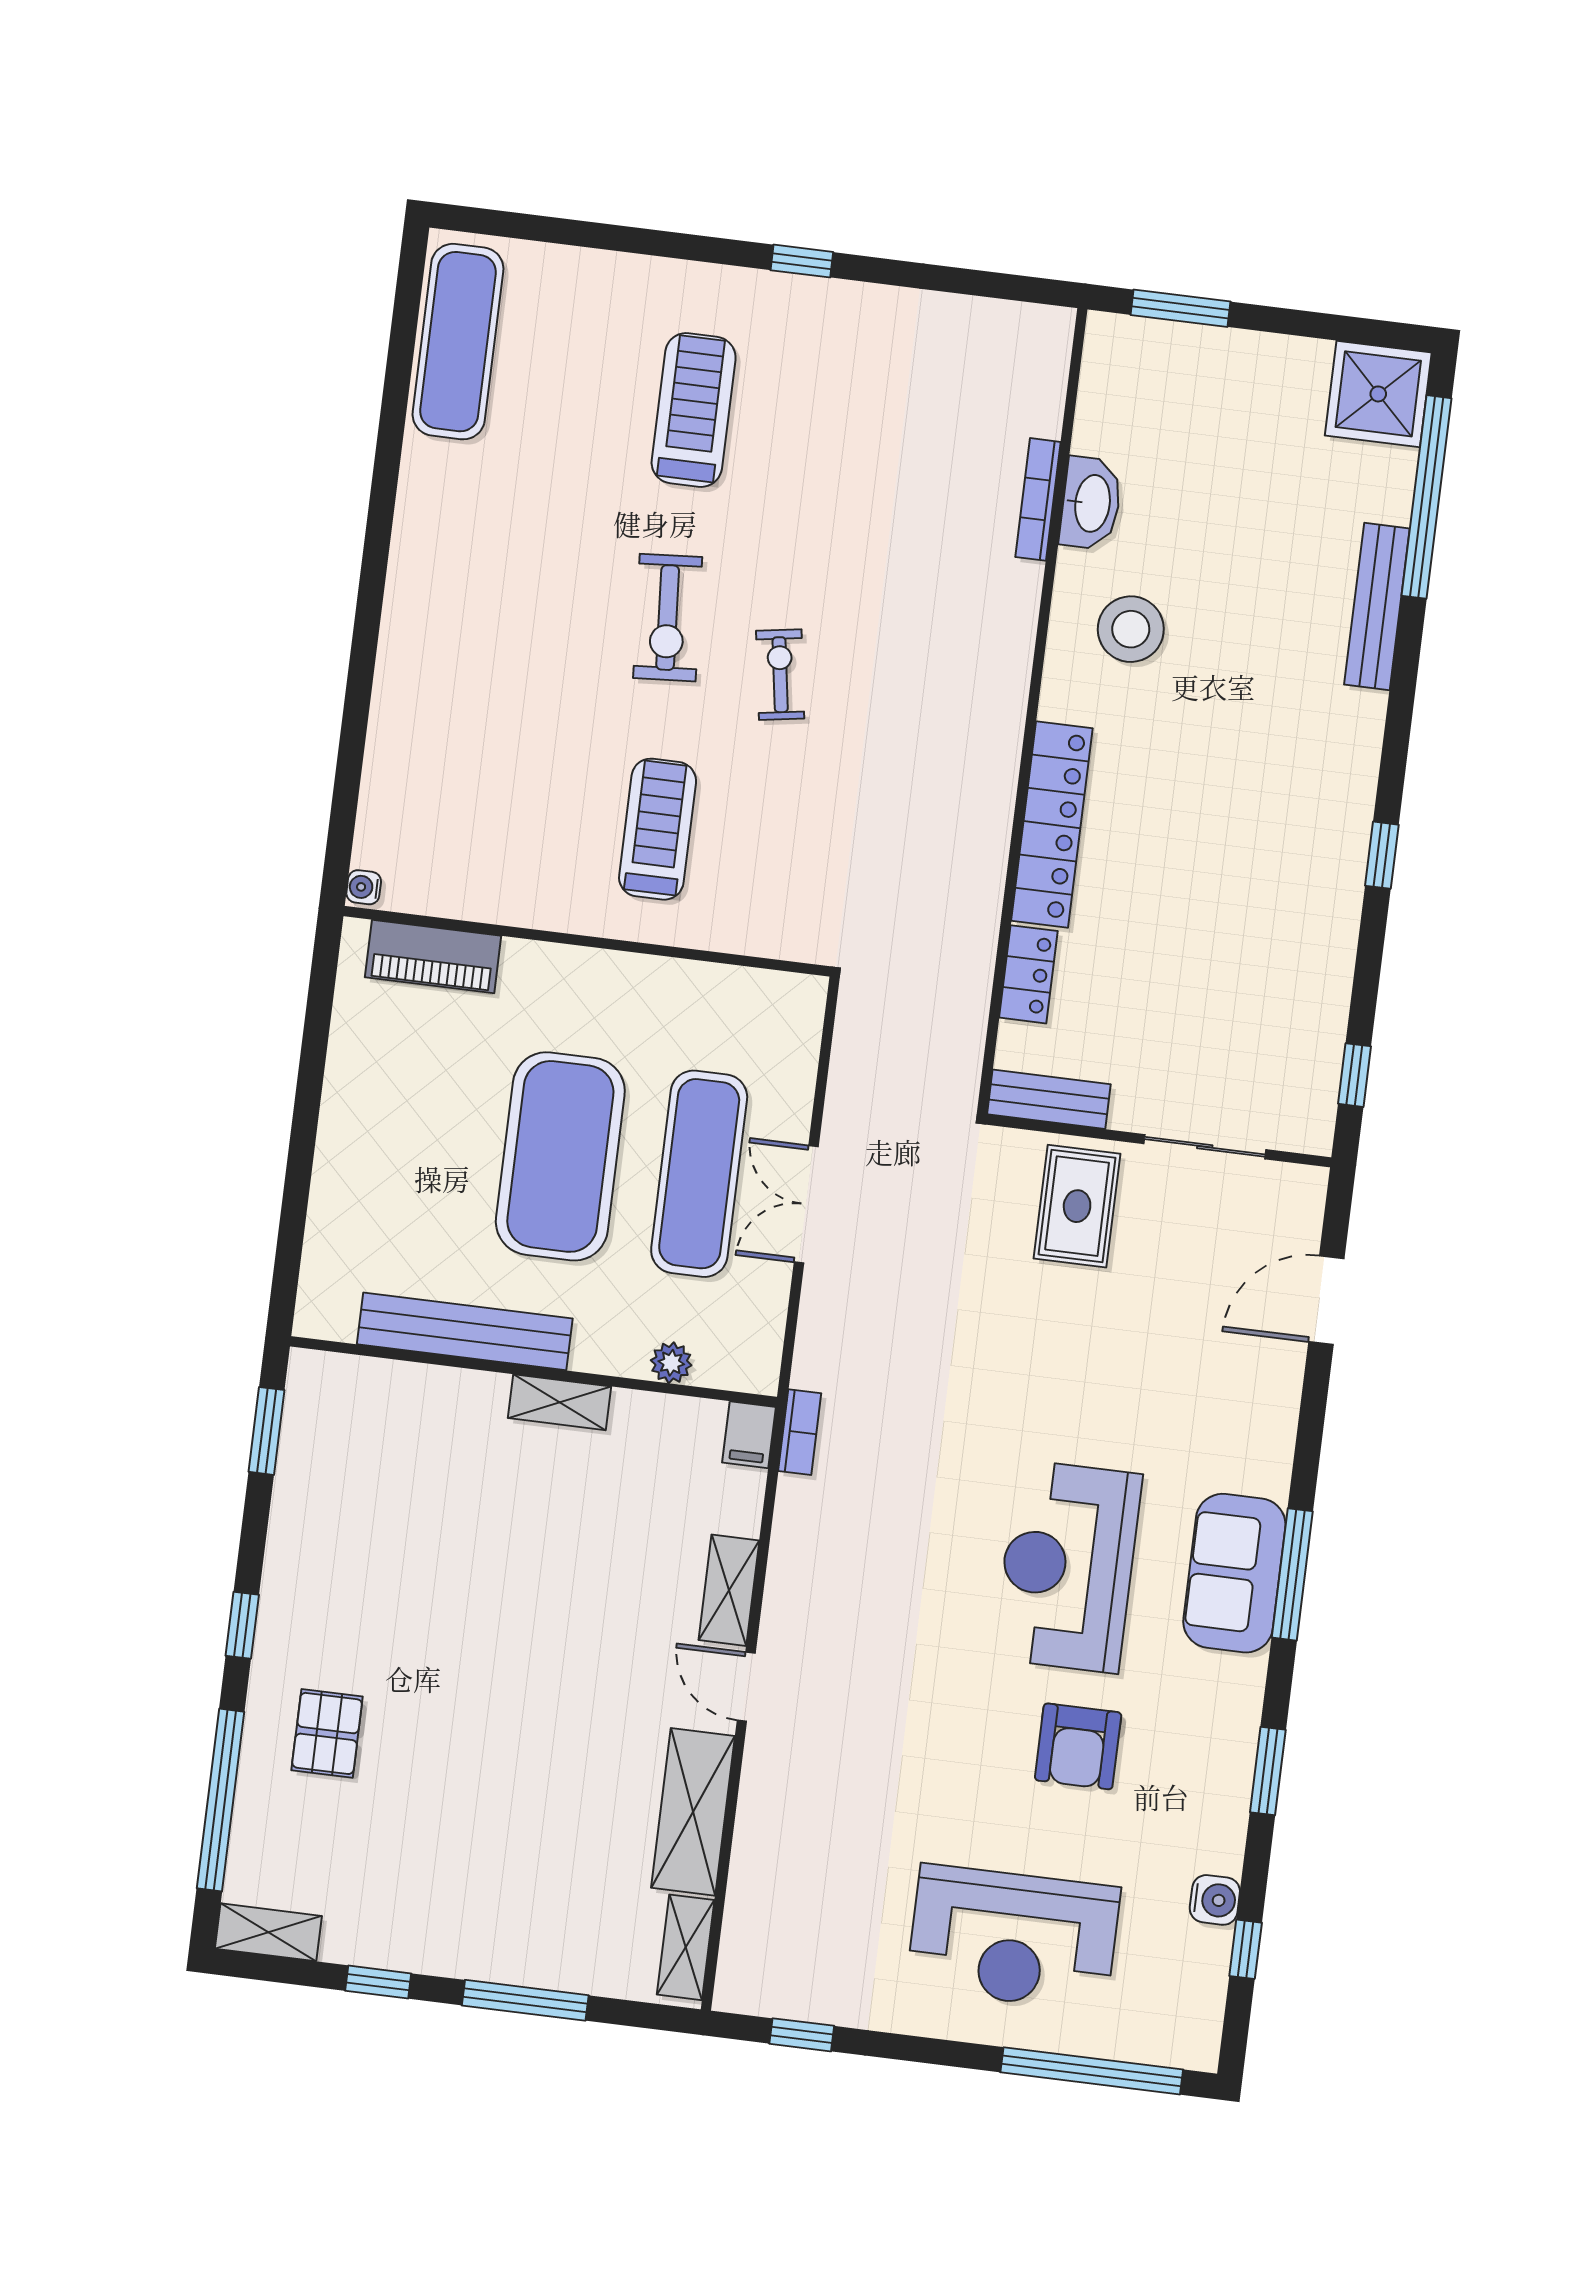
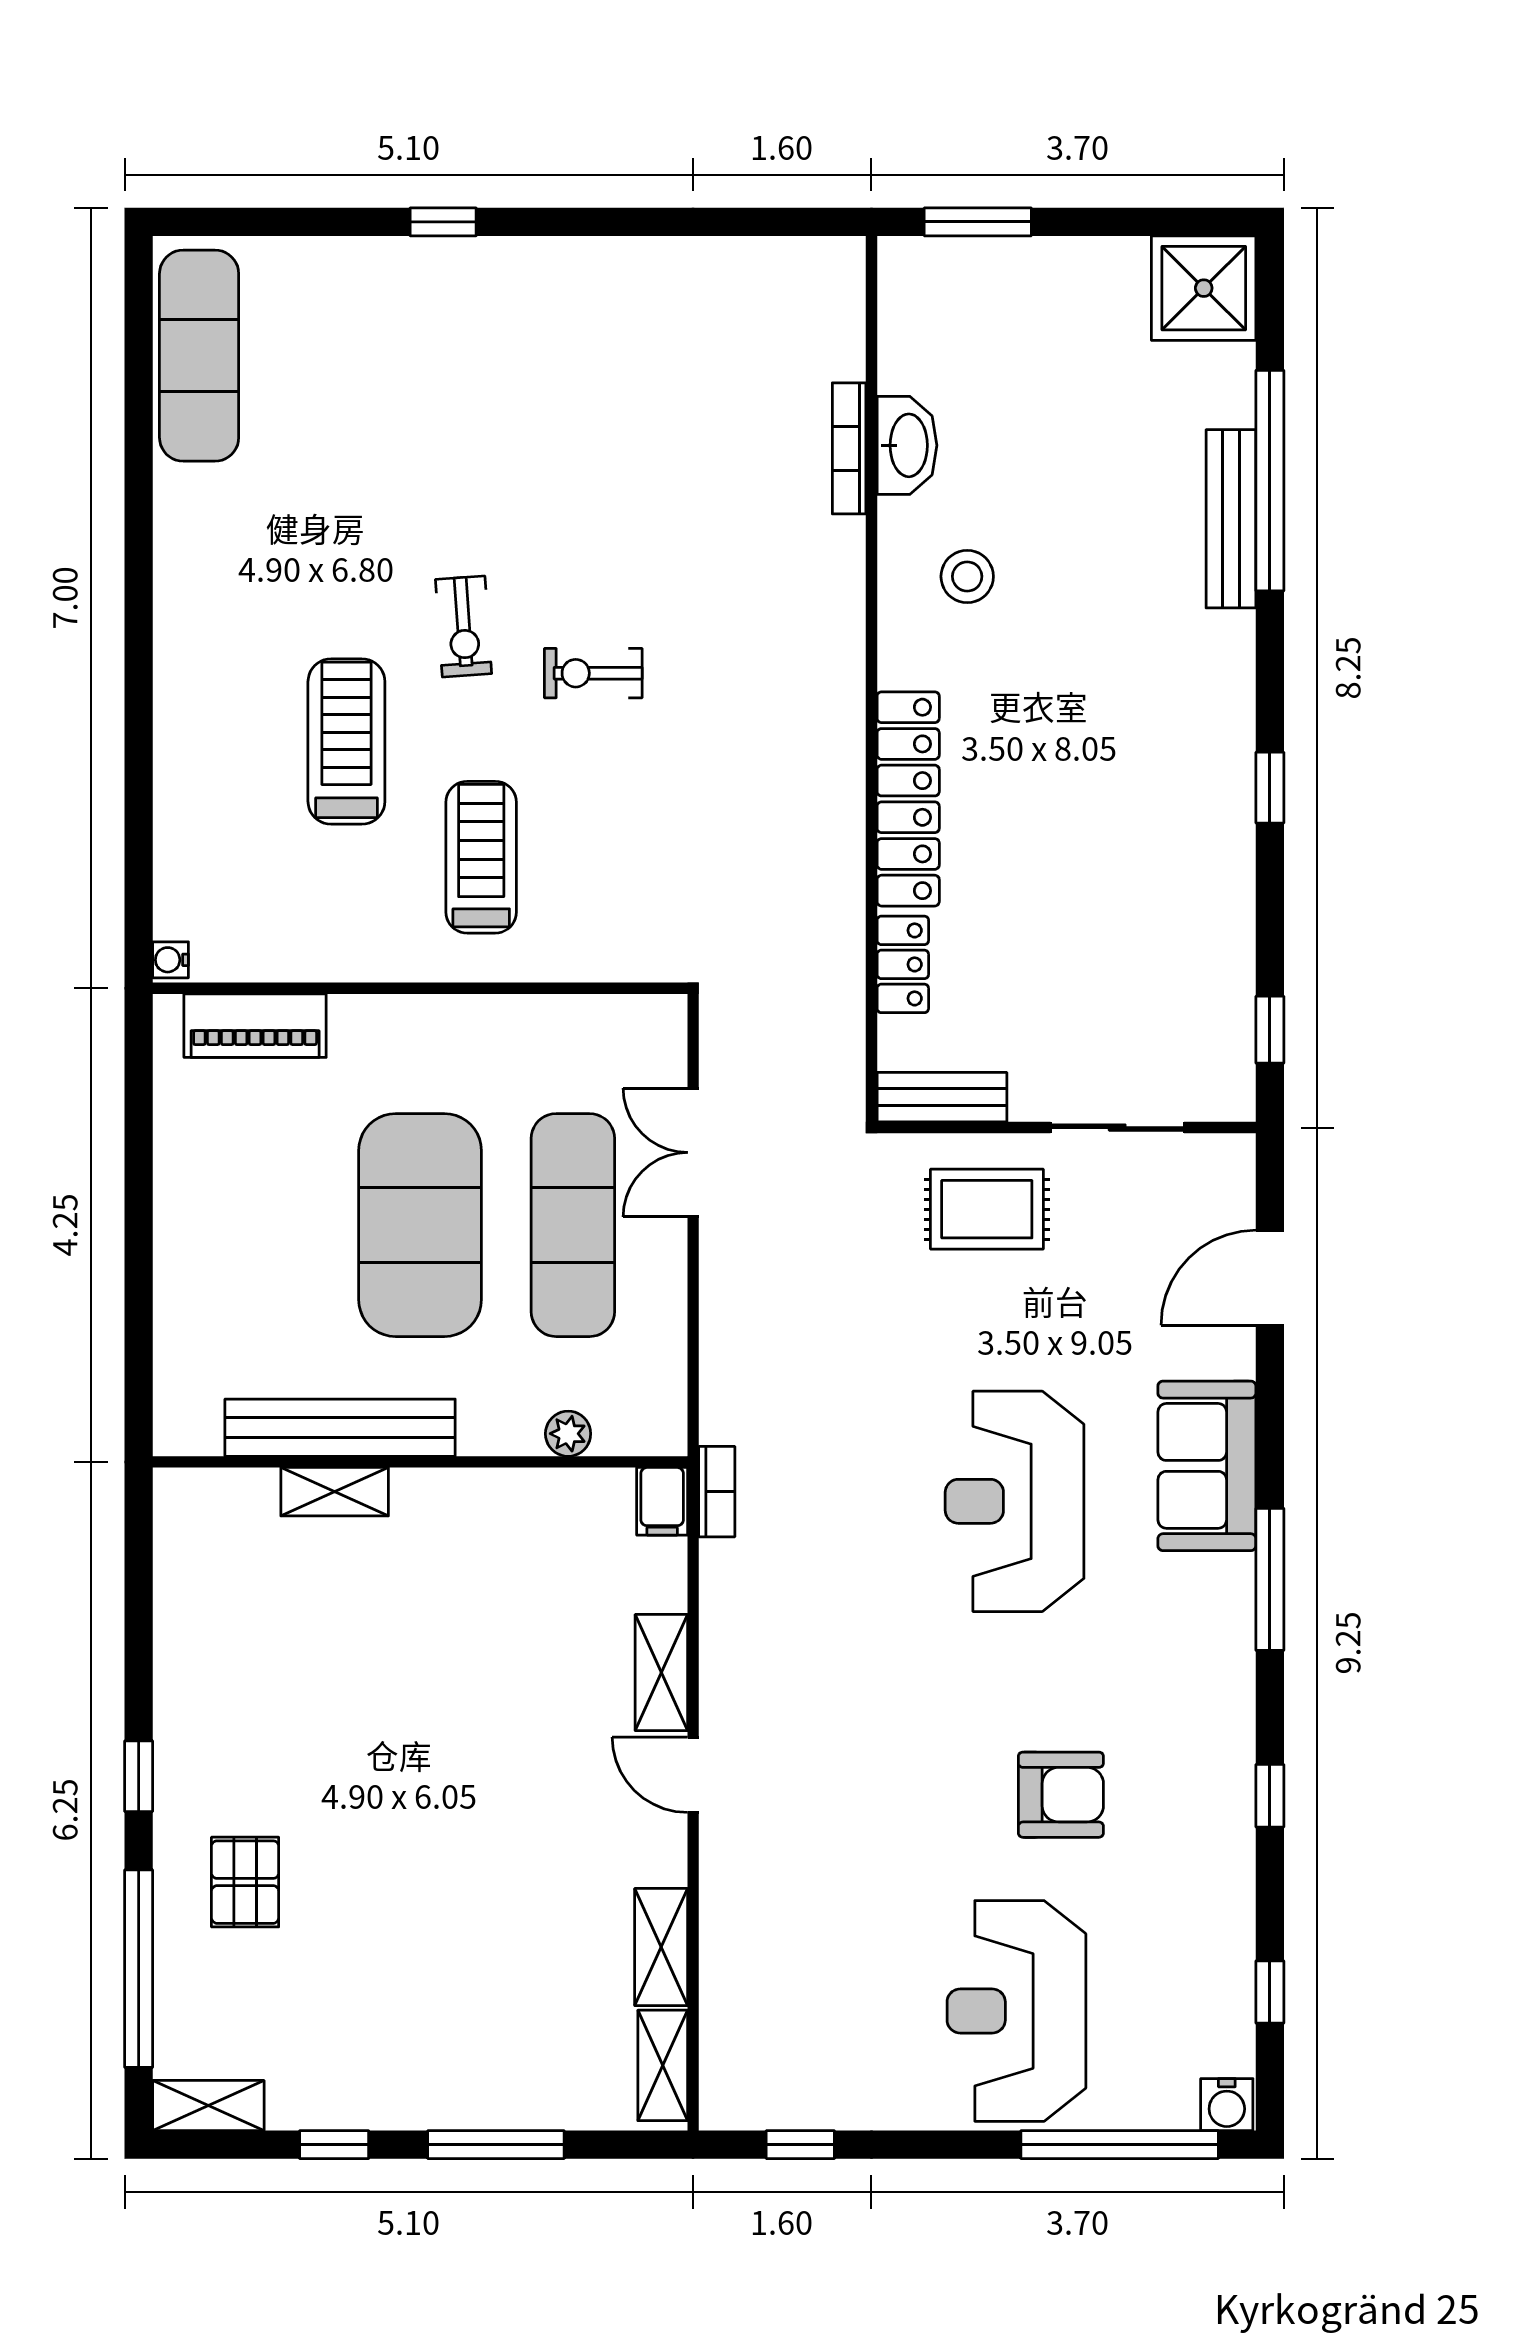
window: (802, 261) -> (443, 222), moved
treadmill: (694, 410) -> (346, 742), moved
window: (1426, 497) -> (1270, 481), moved
exercise bike: (668, 618) -> (464, 626), width x0.73, depth x0.72
stool: (1131, 629) -> (967, 576), width x0.73, depth x0.73
exercise bike: (780, 675) -> (593, 673), turned -81
double door: (806, 1204) -> (693, 1152), moved
rug: (1077, 1206) -> (987, 1209), turned 90
shelving: (560, 1402) -> (335, 1492), moved
window: (267, 1431) -> (139, 1562), removed
reception desk: (1068, 1566) -> (1015, 1501), moved
sofa: (1234, 1573) -> (1207, 1466), moved
armchair: (1078, 1746) -> (1061, 1795), turned -90
window: (1268, 1771) -> (1270, 1796), width x0.67
shelving: (693, 1812) -> (661, 1947), width x0.67, depth x0.75
water cooler: (1215, 1900) -> (1227, 2105), moved, turned 90
reception desk: (1013, 1938) -> (1016, 2011), turned 90

